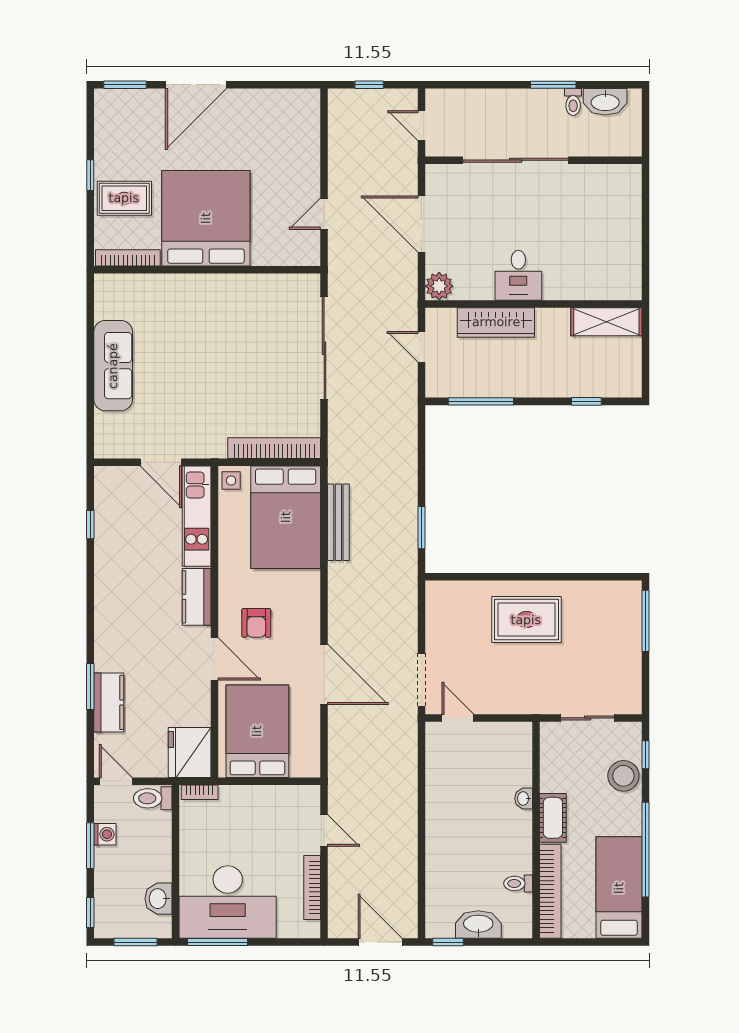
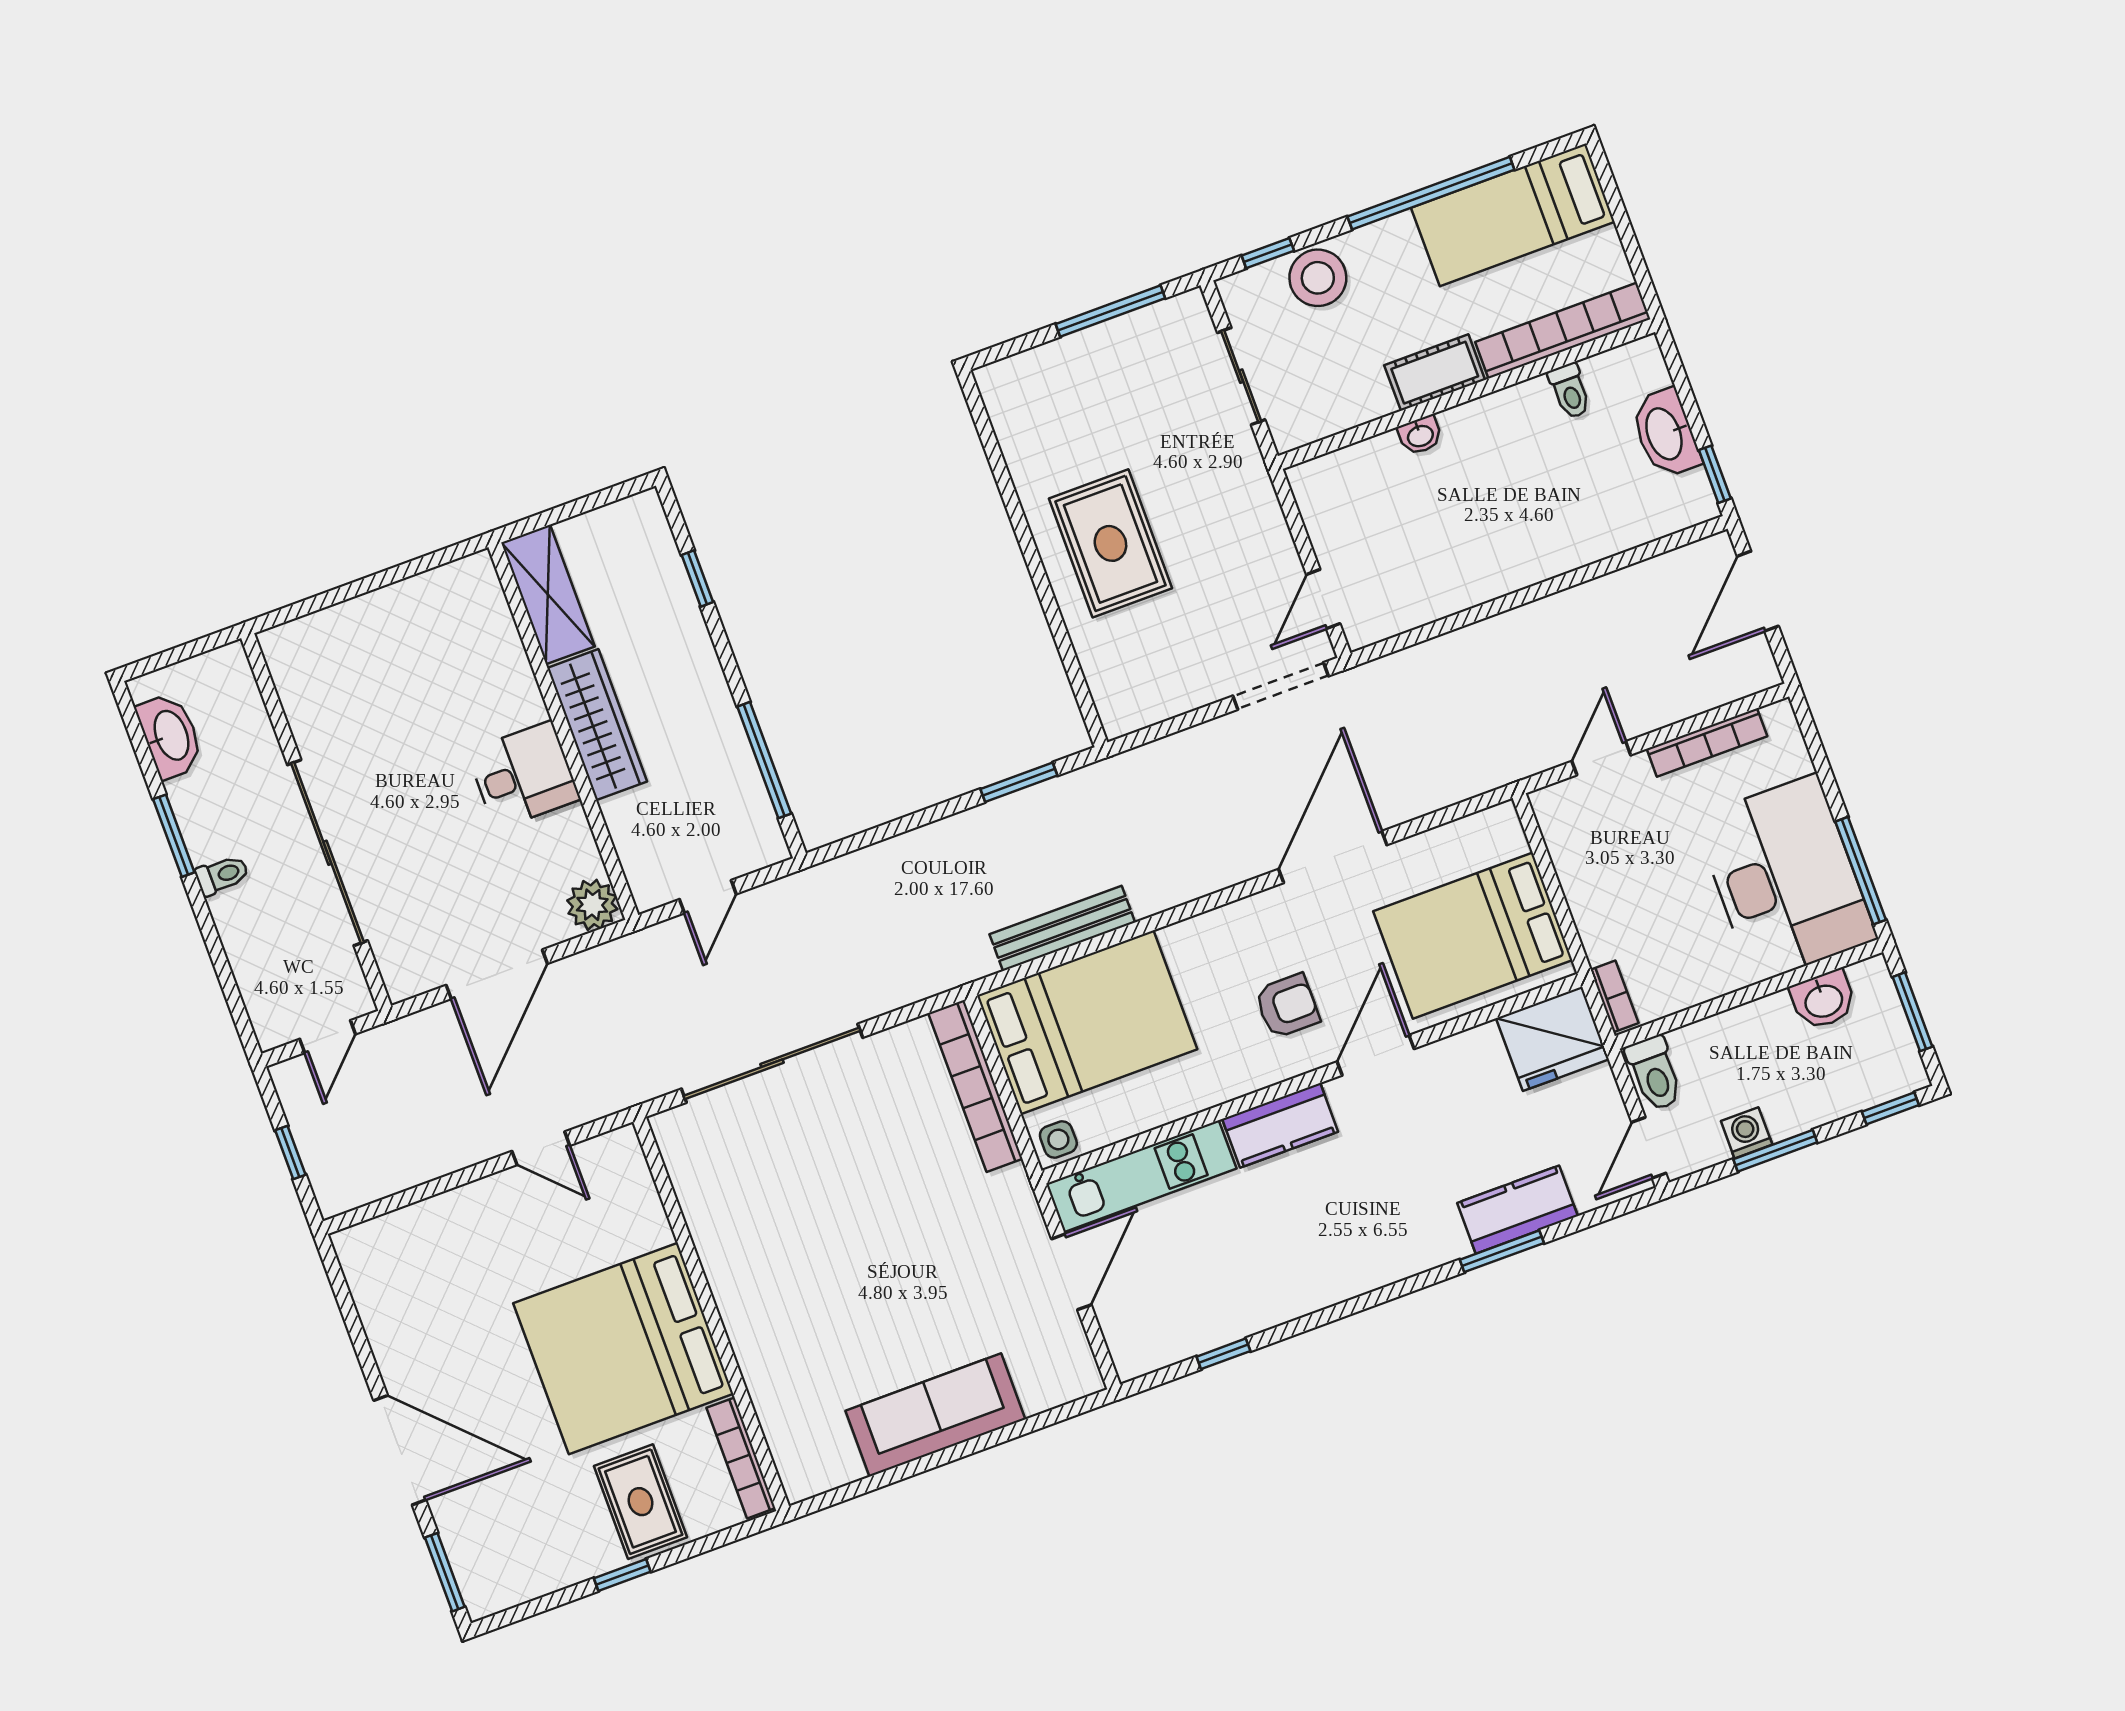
toilet: (573, 102) -> (222, 875), moved
wardrobe: (496, 322) -> (597, 725), moved
window: (646, 621) -> (1110, 311), moved

